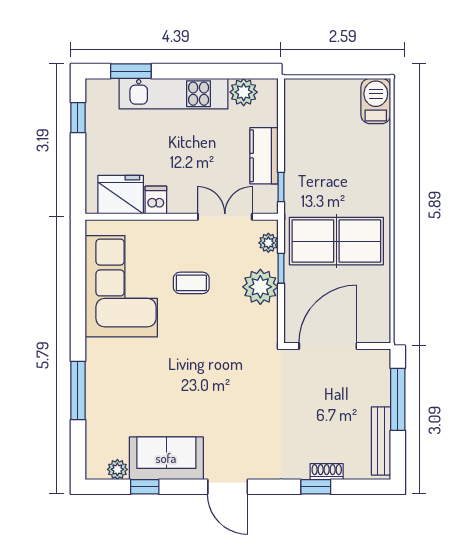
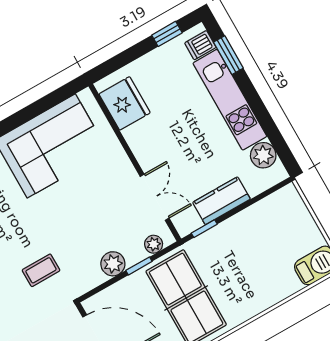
dishwasher: (156, 200) -> (200, 45), moved, turned 180
coffee table: (191, 283) -> (41, 270), moved, turned 90
plant: (260, 287) -> (113, 264), width x0.73, depth x0.73

